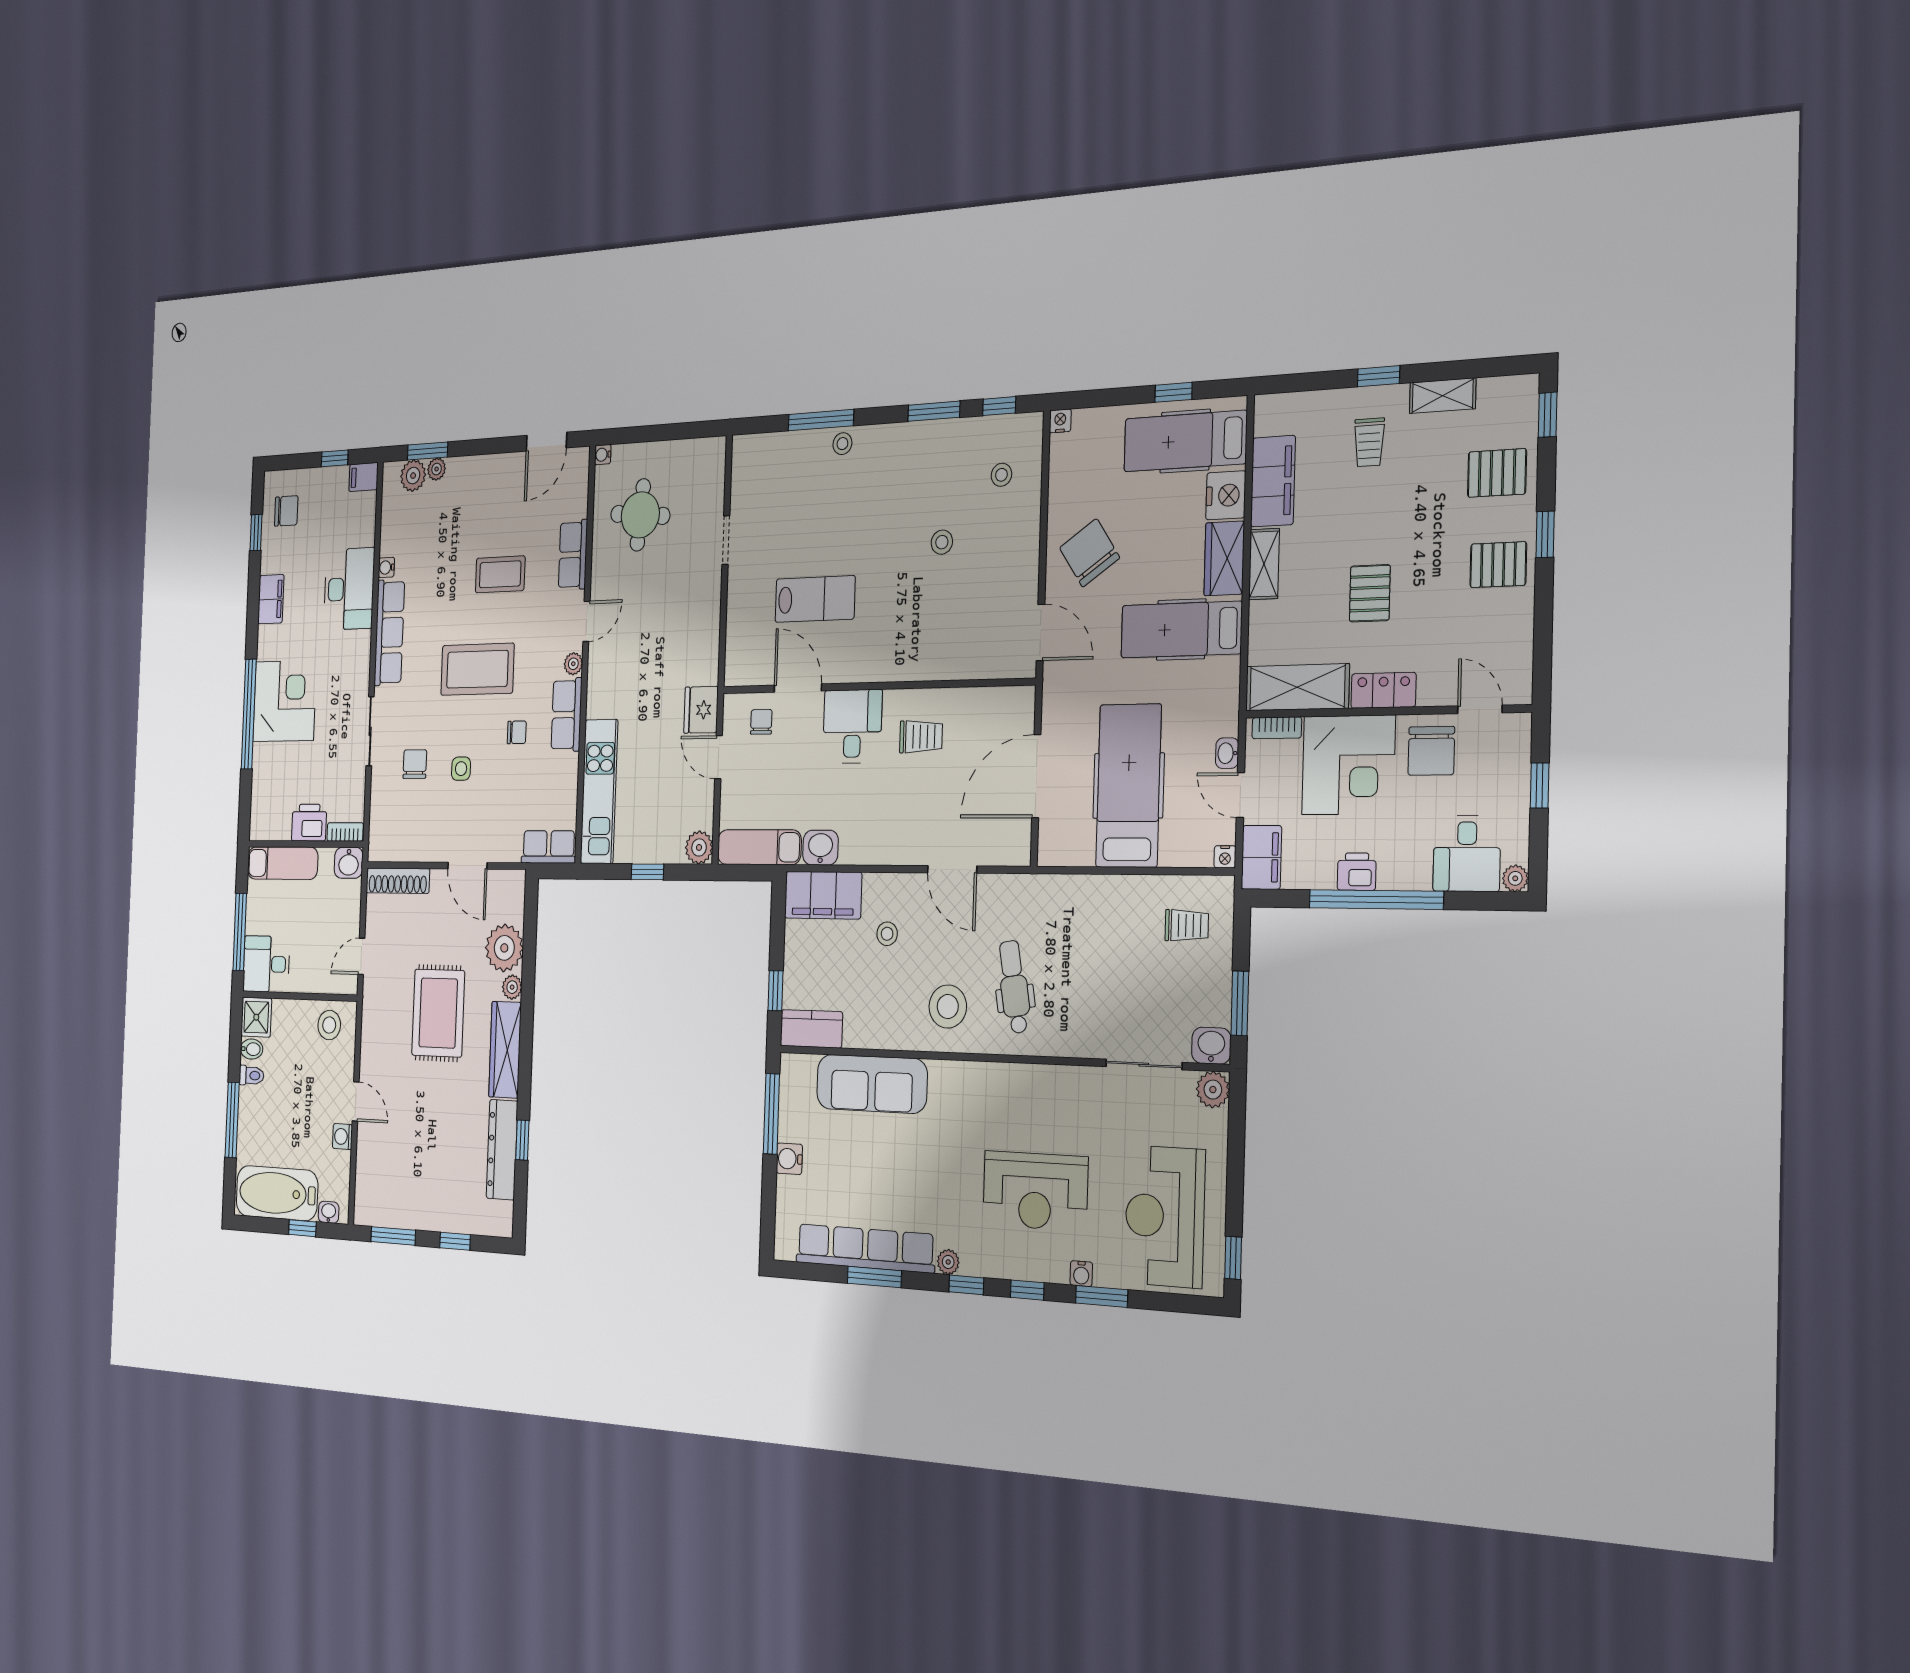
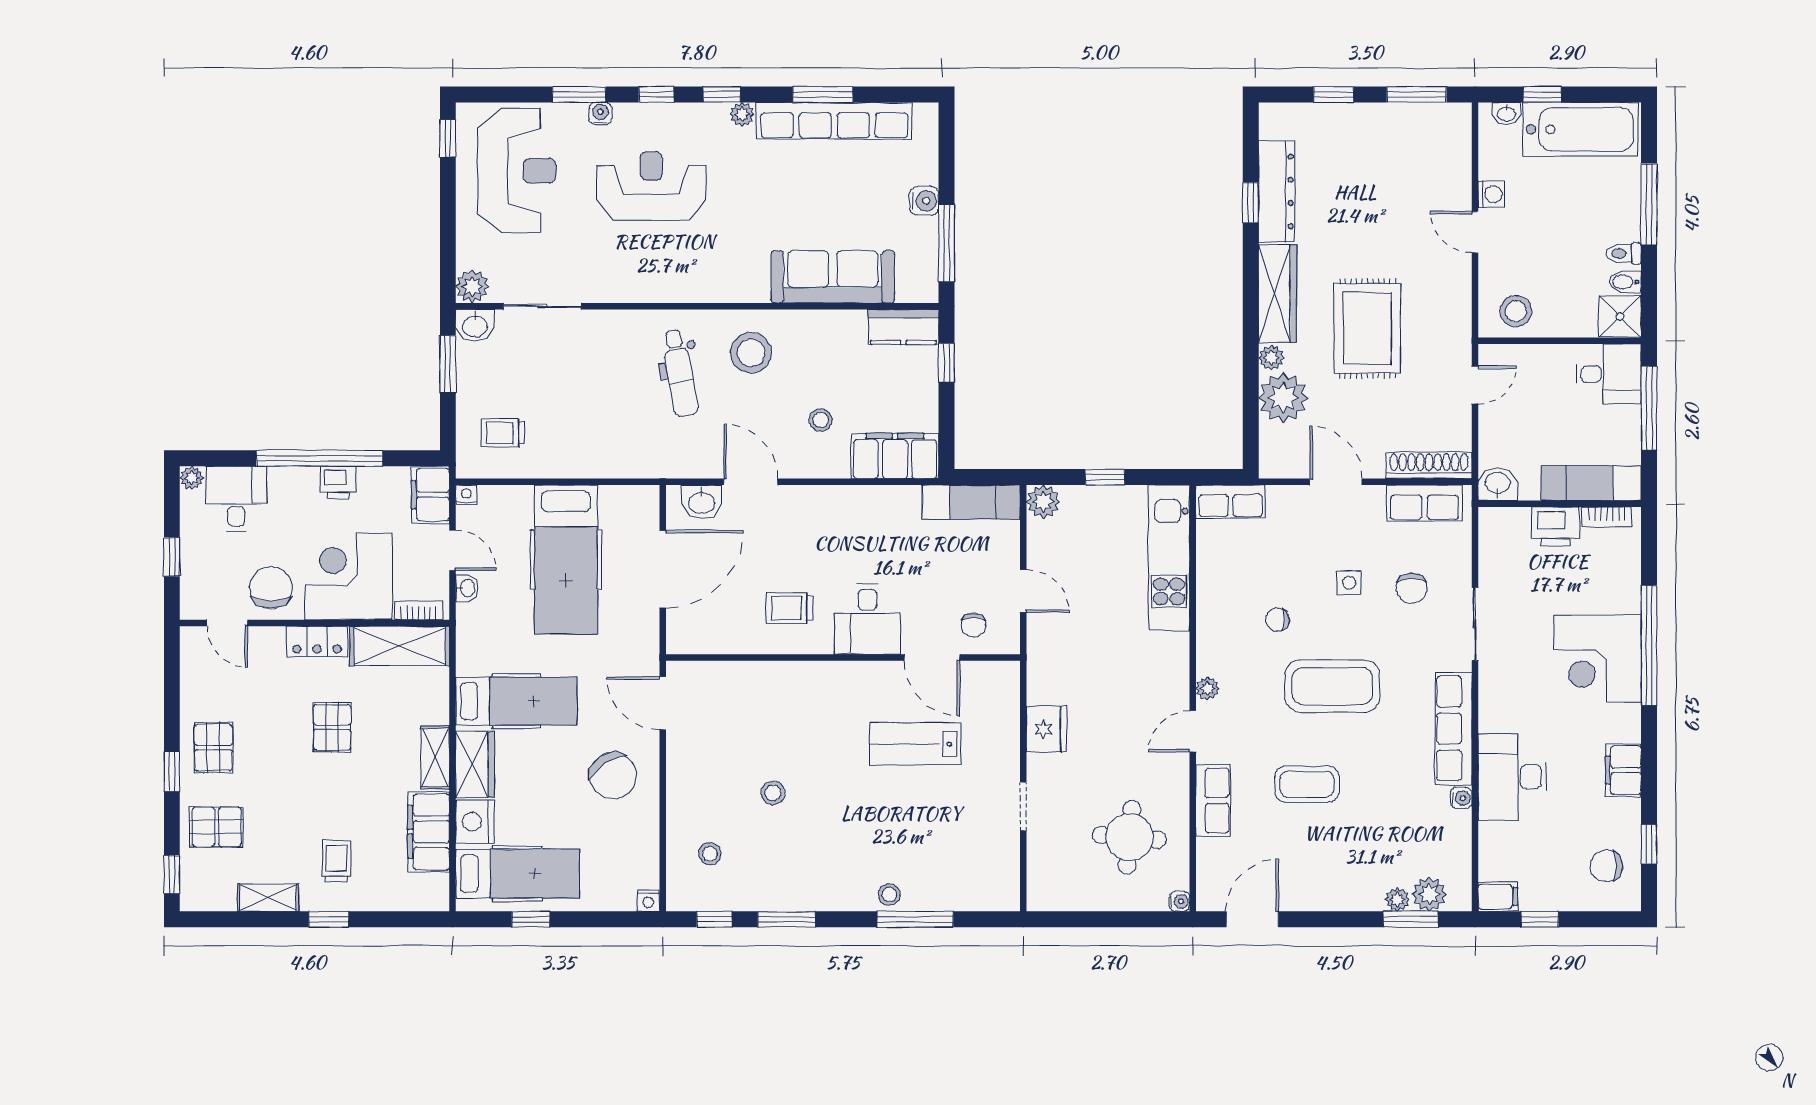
pallet: (1498, 565) -> (213, 747), turned 90
fridge: (701, 710) -> (1046, 729), moved
row of seats: (567, 715) -> (1425, 503), moved, turned 90
bookcase: (345, 832) -> (1607, 517), moved
washbasin: (820, 848) -> (702, 502), moved

